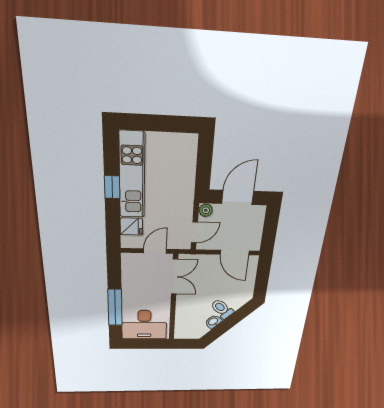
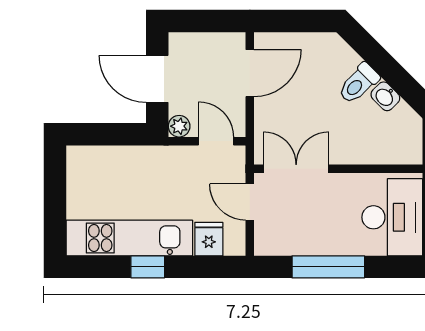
window: (115, 308) -> (328, 267), moved

